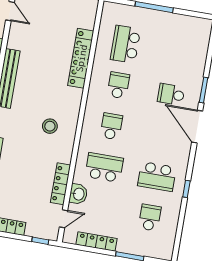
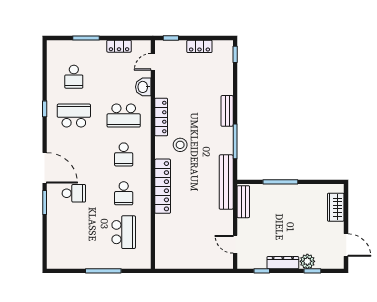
locker: (81, 58) -> (163, 186), moved
locker: (61, 184) -> (161, 117), moved
locker: (96, 242) -> (119, 46), width x0.66

